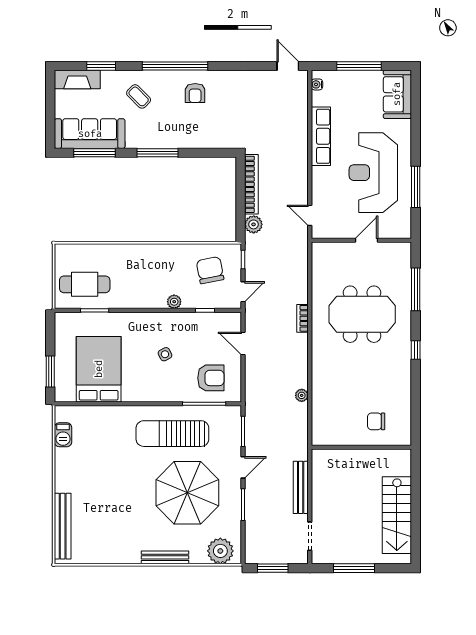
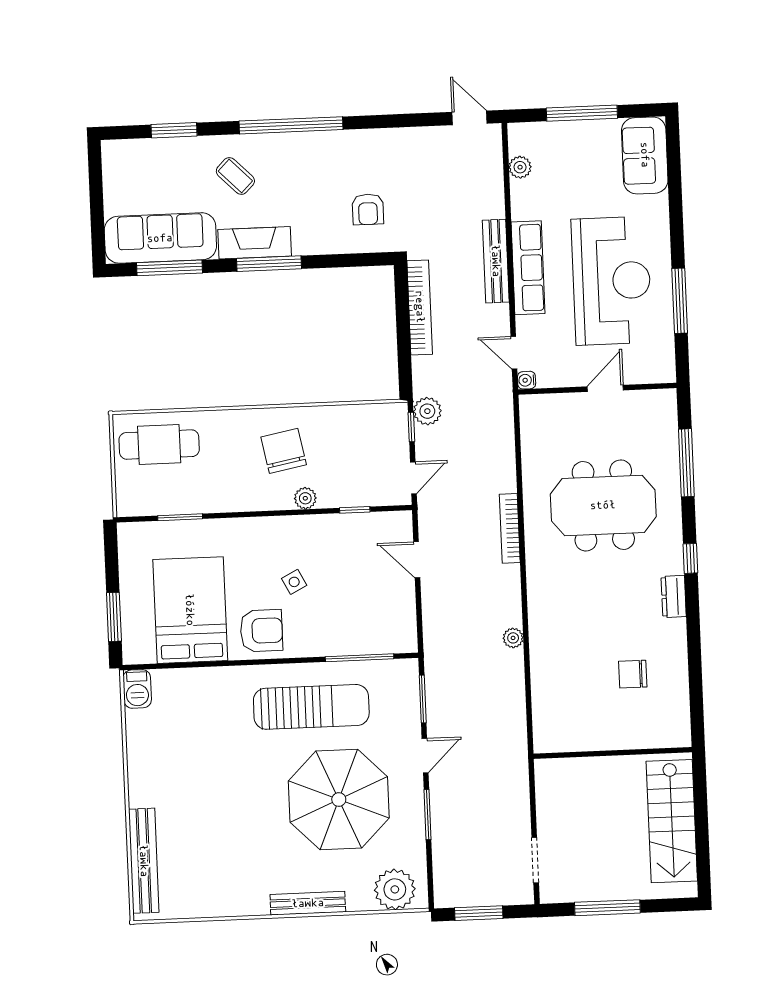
fireplace: (77, 80) -> (255, 243), moved, turned 180
water cooler: (317, 84) -> (527, 380), moved
armchair: (195, 93) -> (368, 209), moved
plant: (318, 98) -> (520, 167), added
row of seats: (321, 136) -> (528, 268), moved
reception desk: (373, 173) -> (612, 281), turned 180
plant: (254, 224) -> (427, 411), moved
chair: (210, 270) -> (284, 451), moved
cafe table: (85, 284) -> (159, 445), moved
bookcase: (302, 318) -> (510, 528), width x1.56
dresser: (404, 373) -> (674, 596), added
armchair: (211, 378) -> (261, 631), moved
sun lounger: (172, 434) -> (311, 707), turned 180
barbecue: (63, 435) -> (137, 689), moved
wall: (361, 447) -> (613, 753), moved
bench: (301, 487) -> (496, 261), moved

